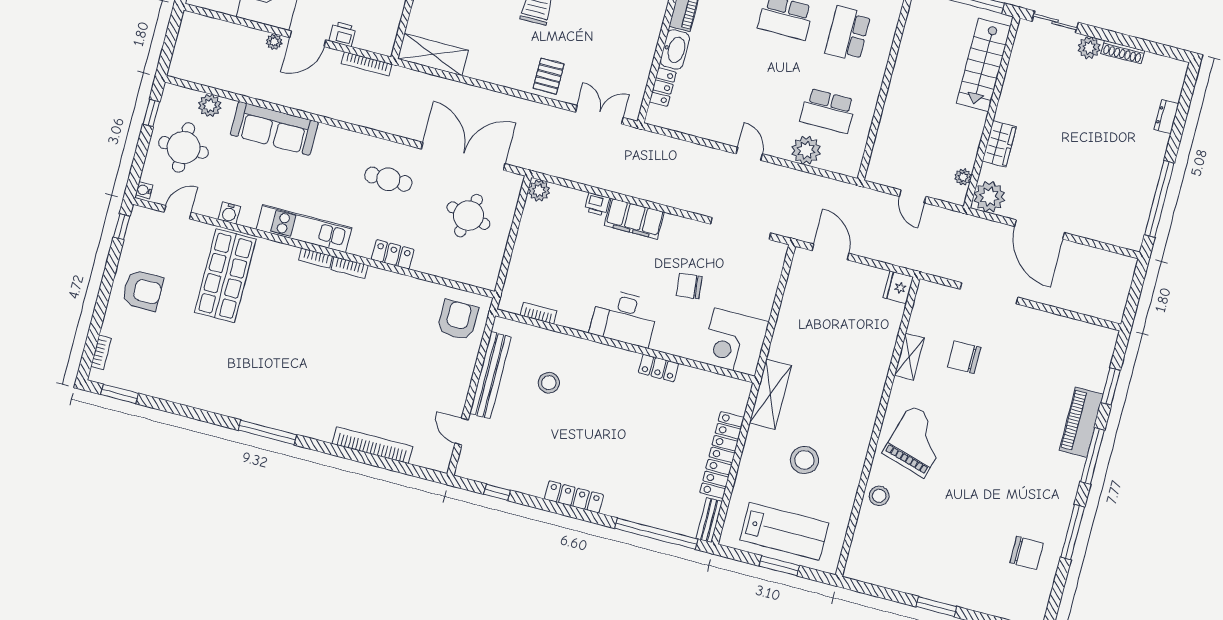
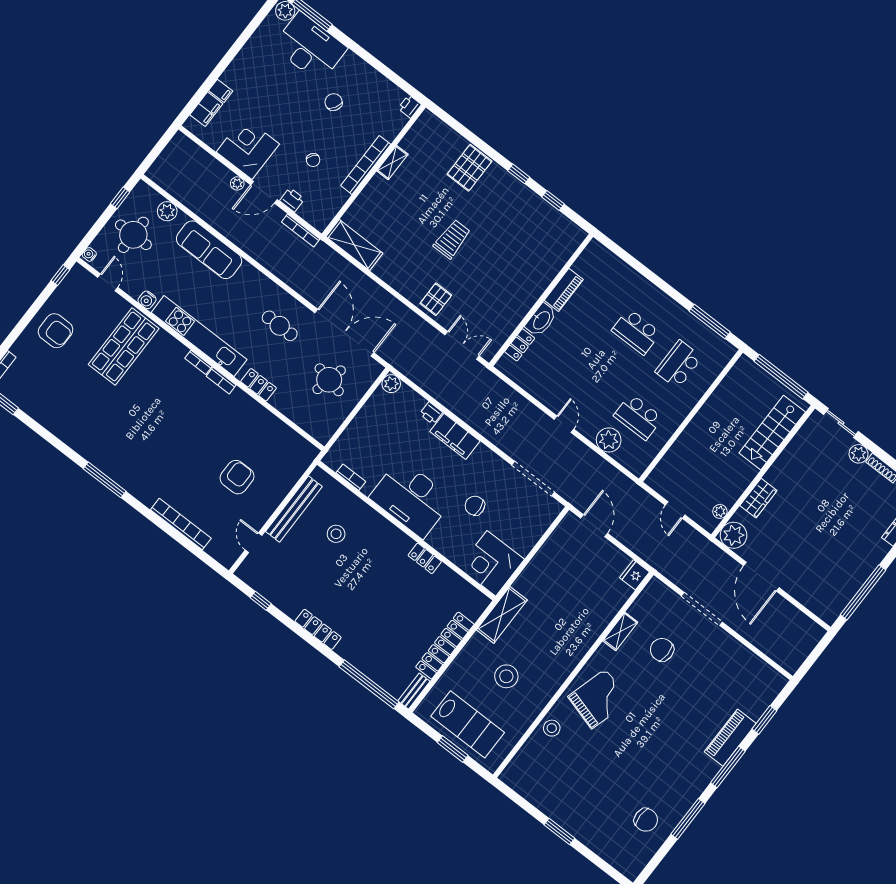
door: (178, 212) -> (108, 282), hinge flipped
kitchen unit: (304, 229) -> (199, 336), width x1.36
desk: (624, 318) -> (411, 498), width x1.36, depth x1.30
armchair: (458, 320) -> (237, 477), moved

